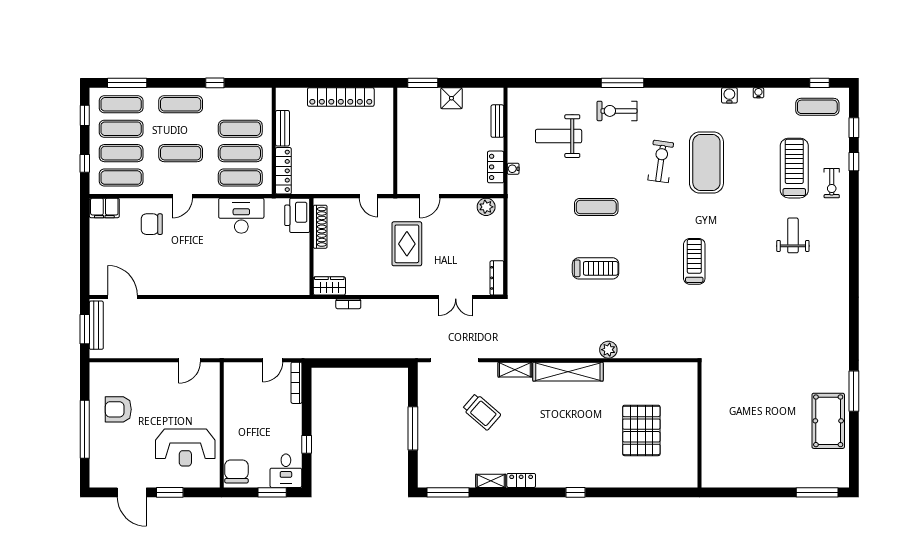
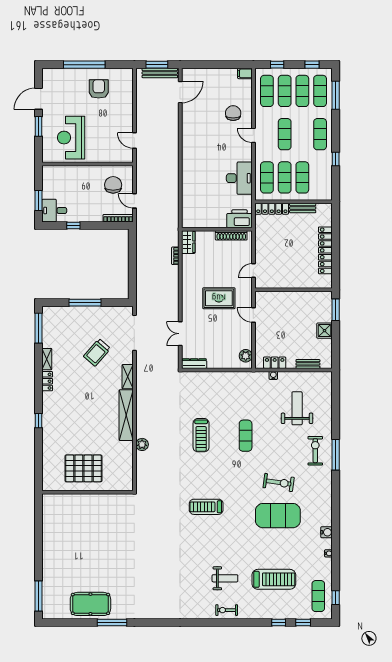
exercise bike: (832, 183) -> (227, 610), moved
filing cabinet: (104, 208) -> (245, 73), width x0.50
treadmill: (694, 261) -> (206, 507), turned 180
wall: (700, 425) -> (88, 492), moved
chair: (236, 471) -> (113, 185), moved, turned -90

